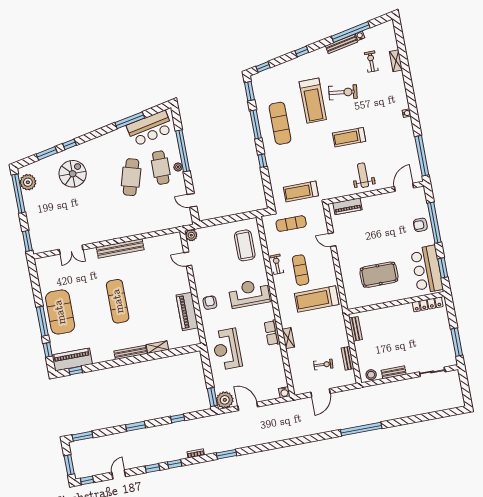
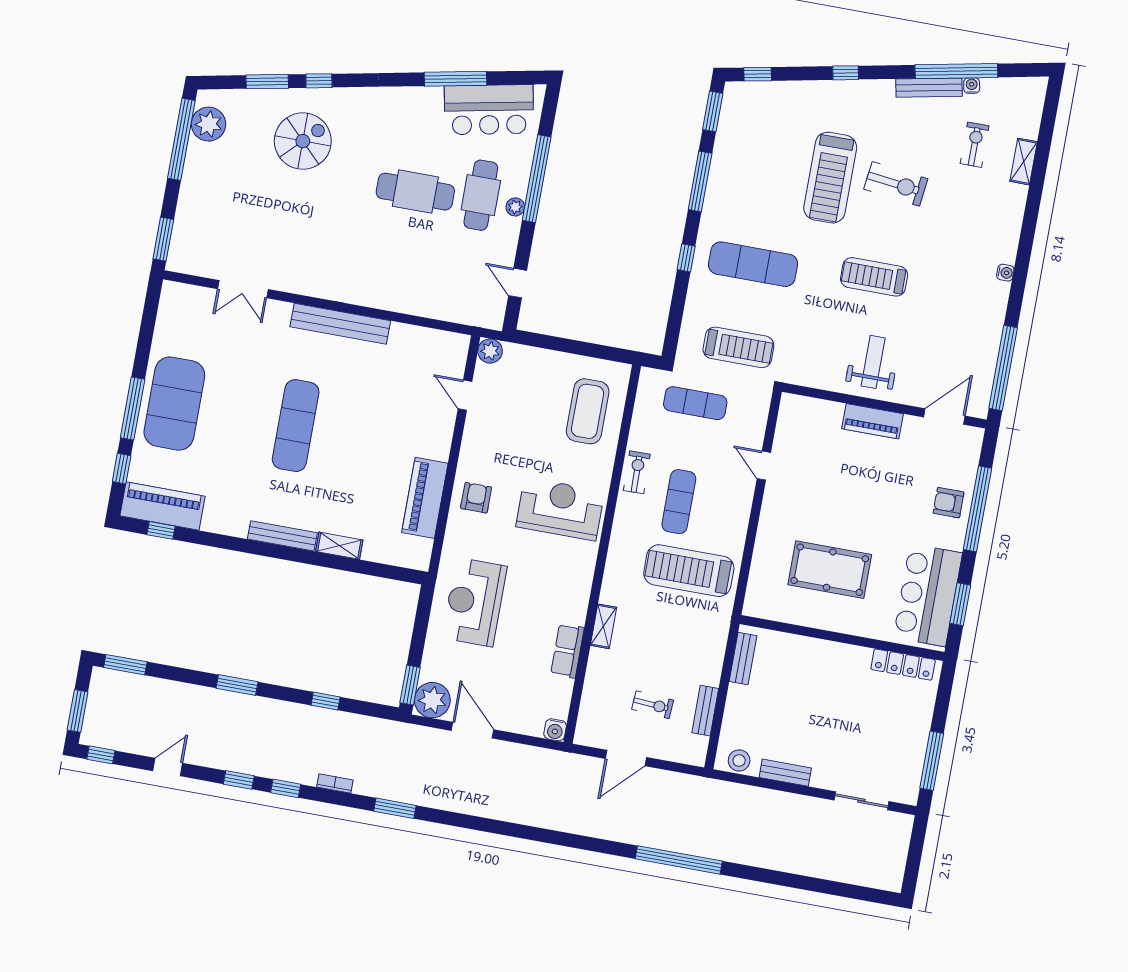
exercise mat: (280, 123) -> (753, 264), moved, turned 90
cafe table: (131, 177) -> (415, 192), turned 74
treadmill: (301, 191) -> (738, 347), turned 180
piano: (348, 206) -> (873, 421), moved
row of seats: (272, 333) -> (567, 651), moved

